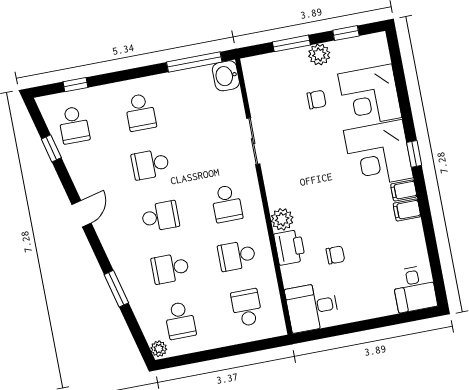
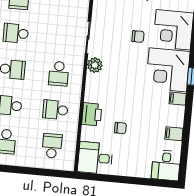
chair: (317, 100) -> (138, 36), moved
filing cabinet: (407, 210) -> (174, 134), moved
plant: (282, 219) -> (95, 65), moved

